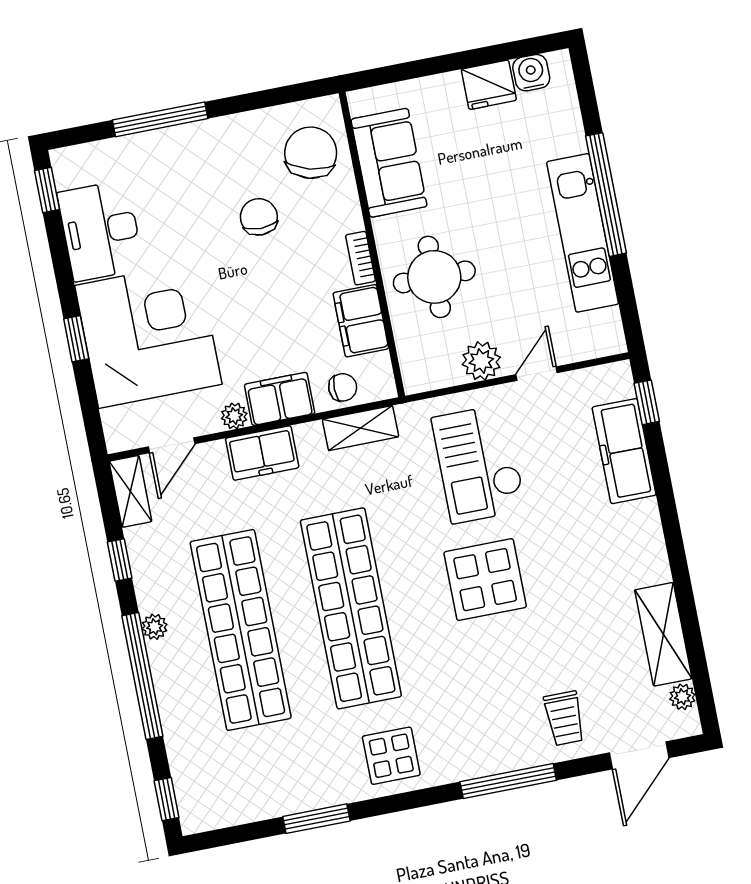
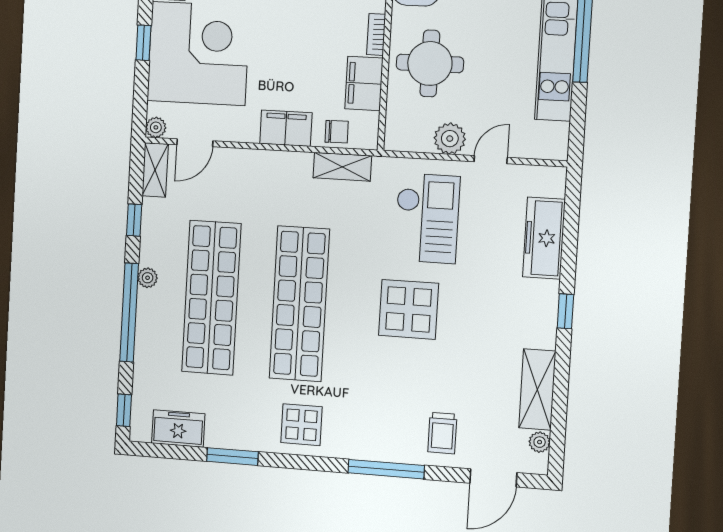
window: (647, 402) -> (565, 311), moved
plant: (234, 416) -> (156, 127), moved
freezer: (262, 453) -> (178, 428), moved, turned 180
checkout: (479, 464) -> (427, 218), turned 180

